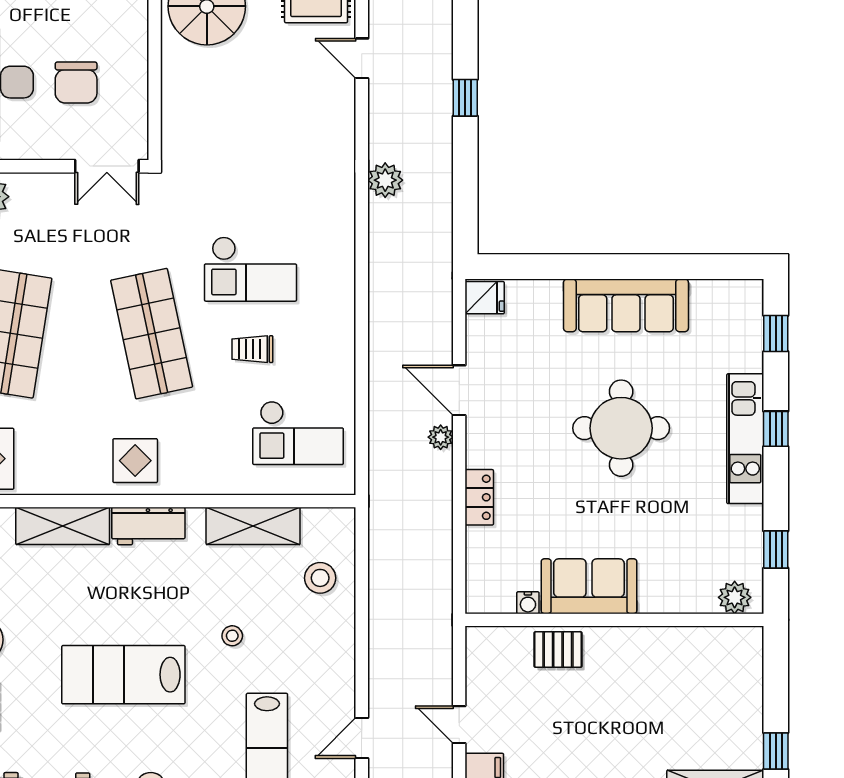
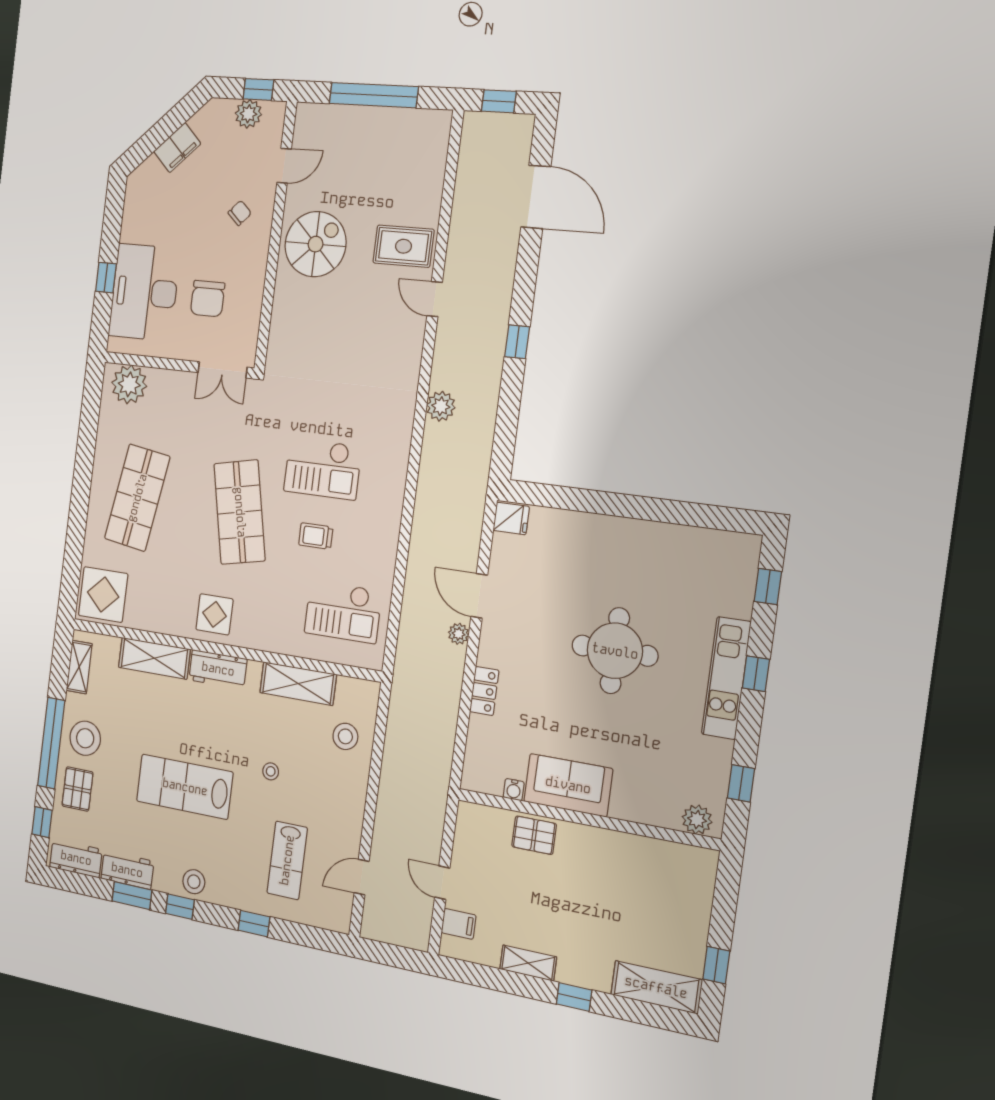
sofa: (626, 305) -> (634, 542), removed

